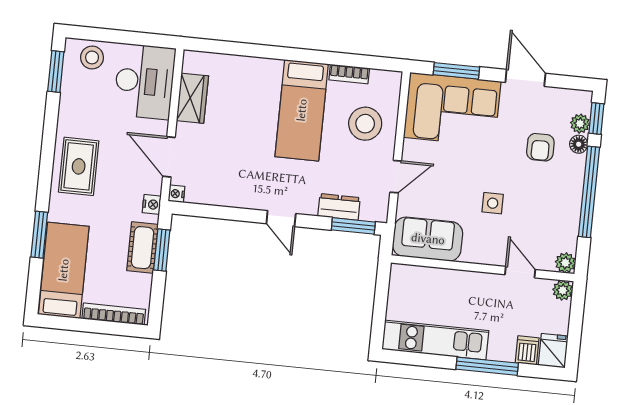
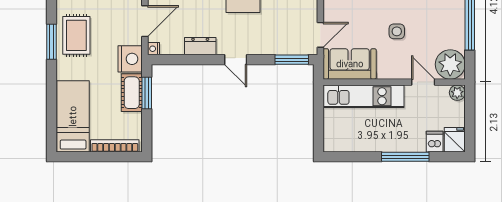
door: (169, 157) -> (145, 21), swing flipped
door: (396, 177) -> (320, 35), moved
nightstand: (152, 204) -> (130, 59), width x1.89, depth x1.79
dresser: (339, 207) -> (200, 46), moved
window: (39, 235) -> (51, 42), moved
plant: (565, 263) -> (450, 64), width x1.88, depth x1.88
kitchen unit: (435, 340) -> (363, 96), moved, turned 180

